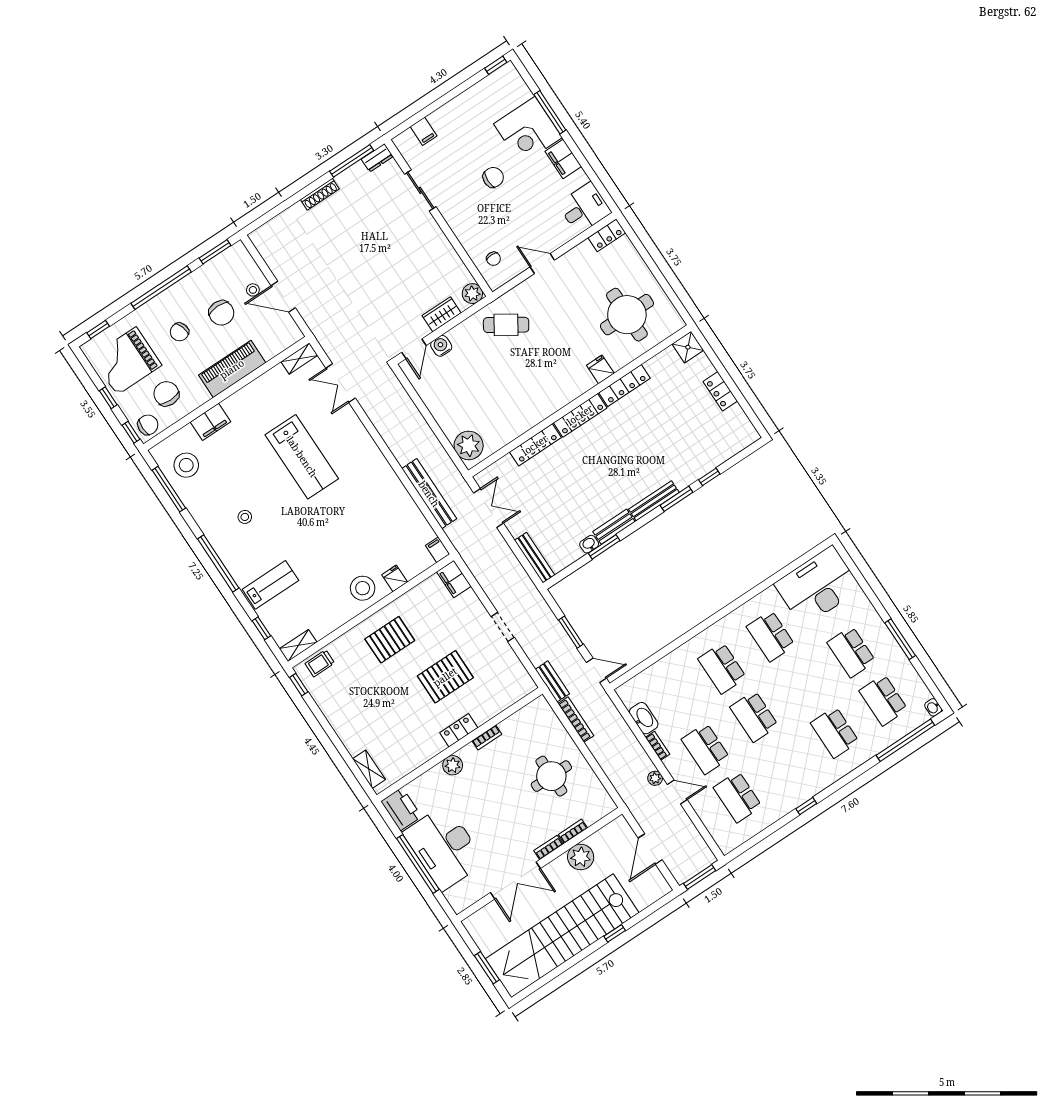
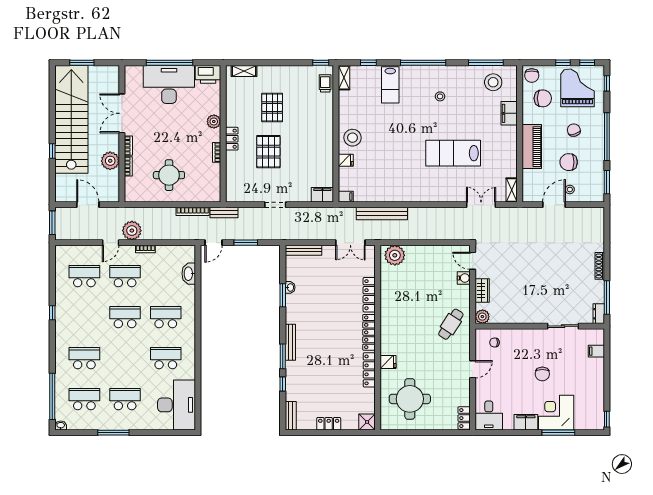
window: (131, 432) -> (587, 63), moved
bench: (614, 527) -> (291, 416), moved
pallet: (390, 640) -> (272, 107), moved
washbasin: (644, 718) -> (189, 274), moved, turned 90
plant: (655, 778) -> (132, 231), width x1.88, depth x1.88

